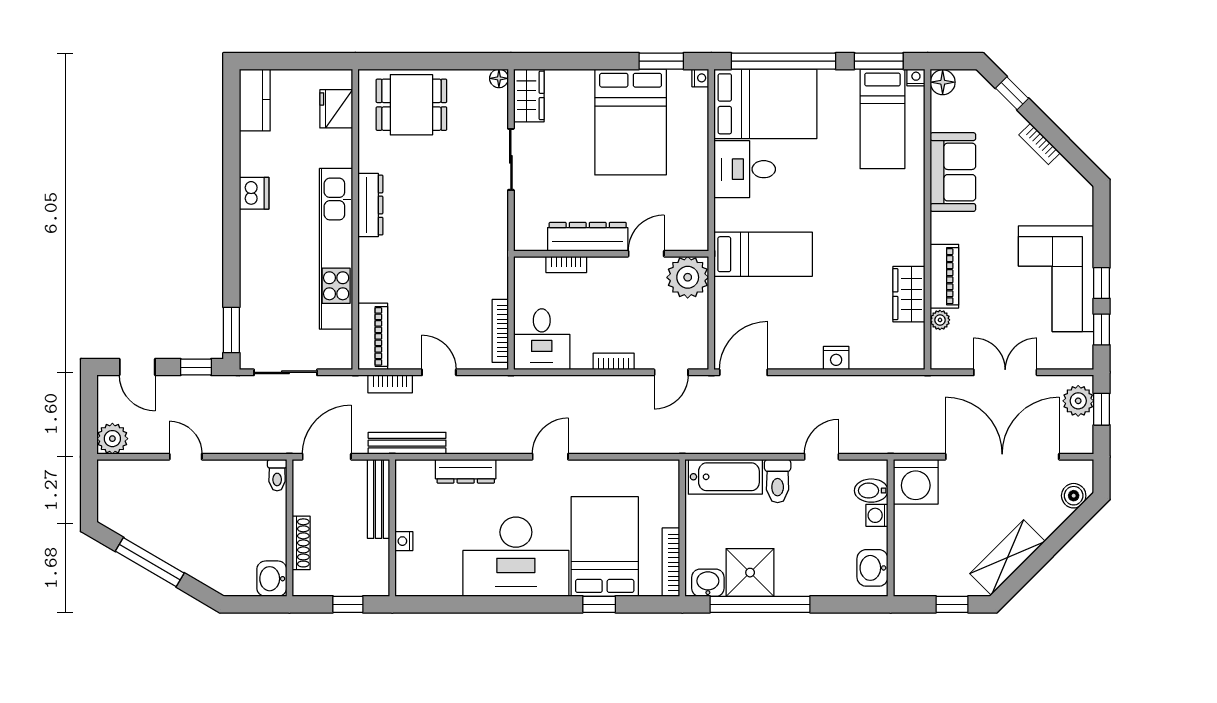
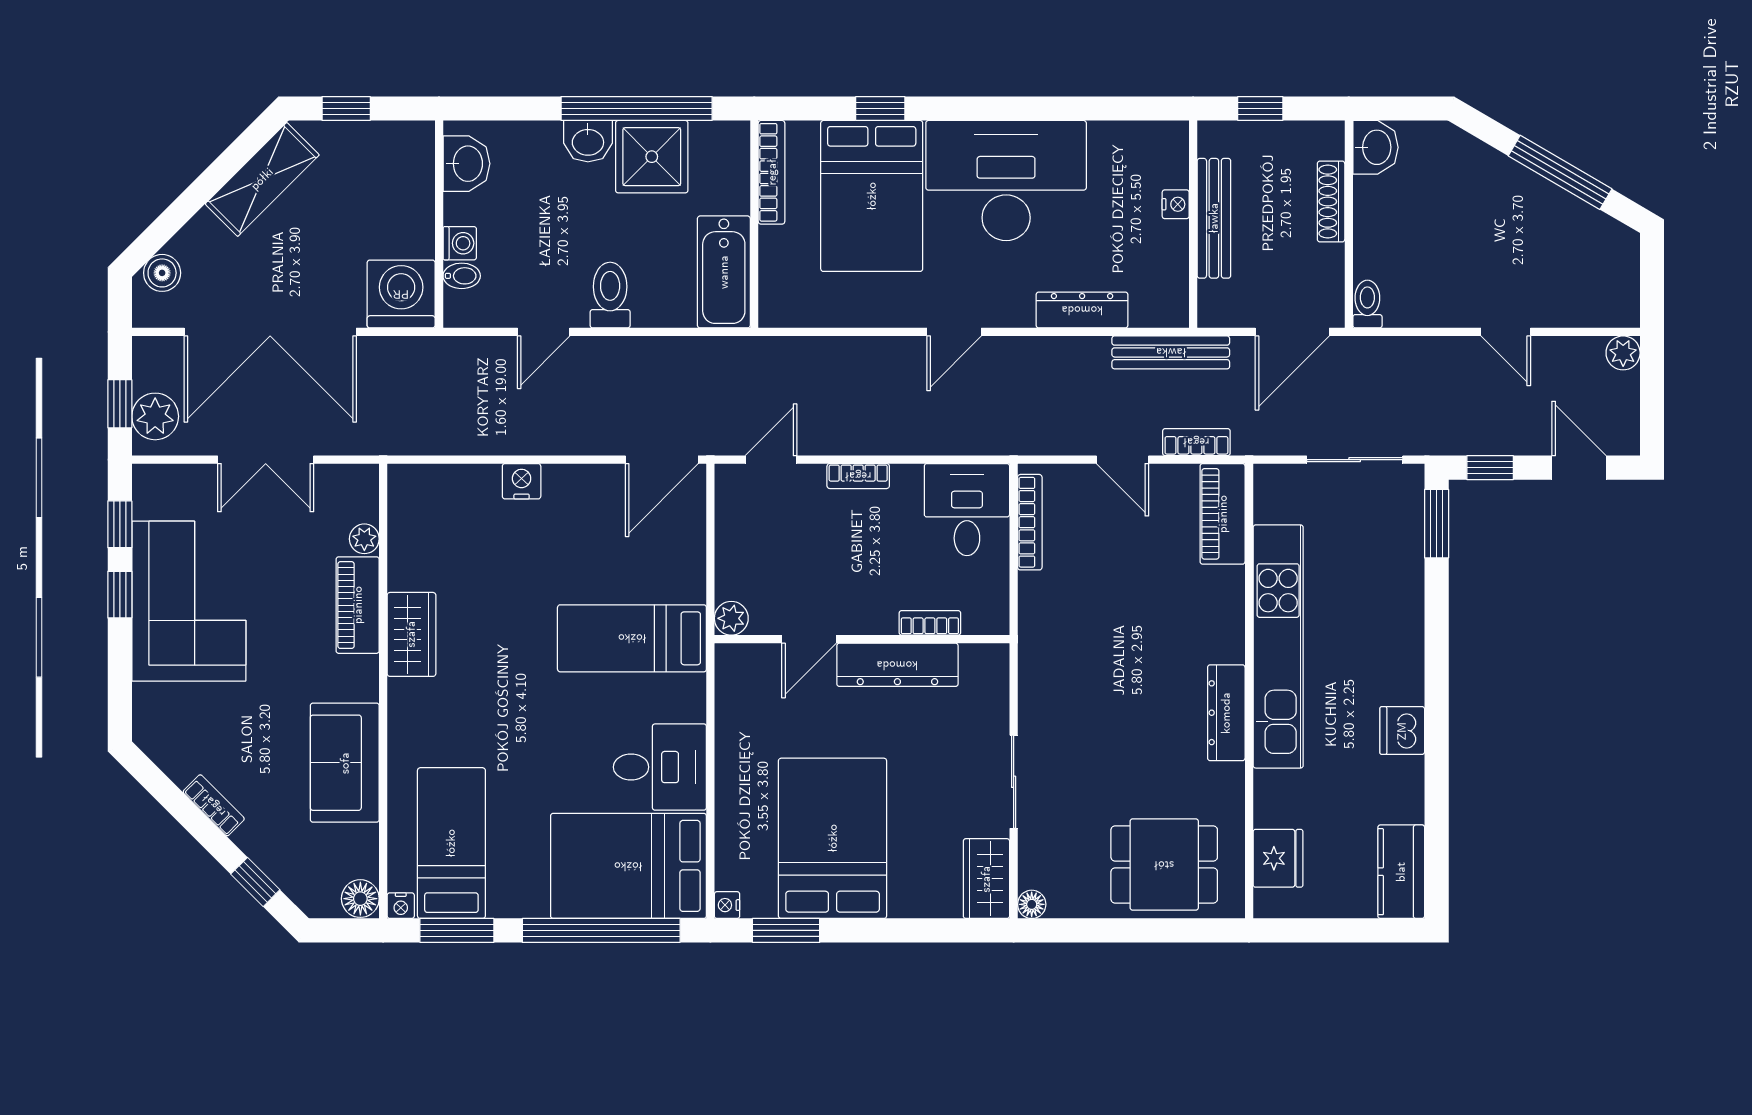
plant: (688, 277) -> (731, 618), width x0.53, depth x0.53
wardrobe: (909, 294) -> (411, 634), moved
plant: (112, 439) -> (1623, 353), width x0.73, depth x0.73
bathtub: (725, 477) -> (724, 272), moved, turned -90
bidet: (871, 491) -> (462, 276), width x0.72, depth x0.74
bench: (379, 499) -> (1214, 218), moved
washbasin: (708, 583) -> (588, 141), moved

